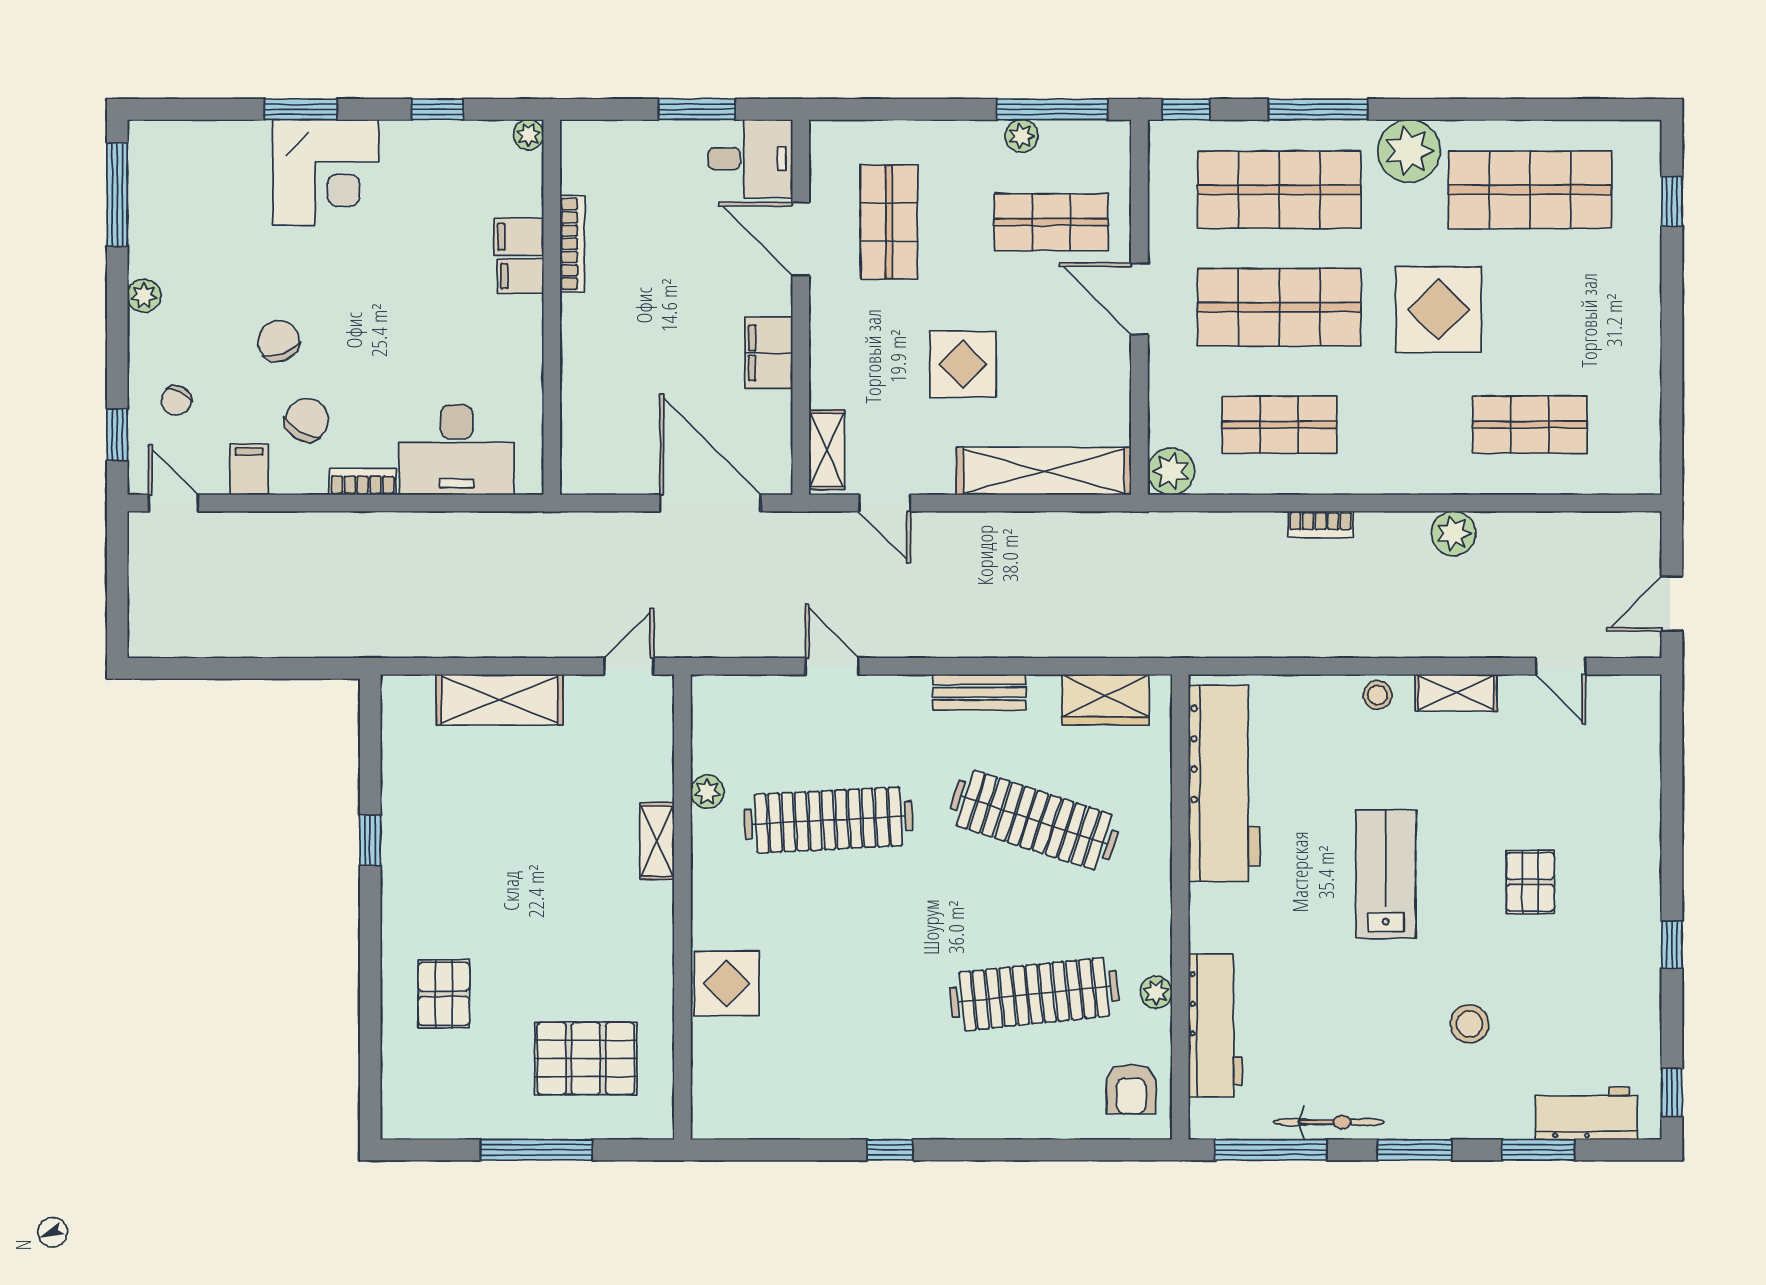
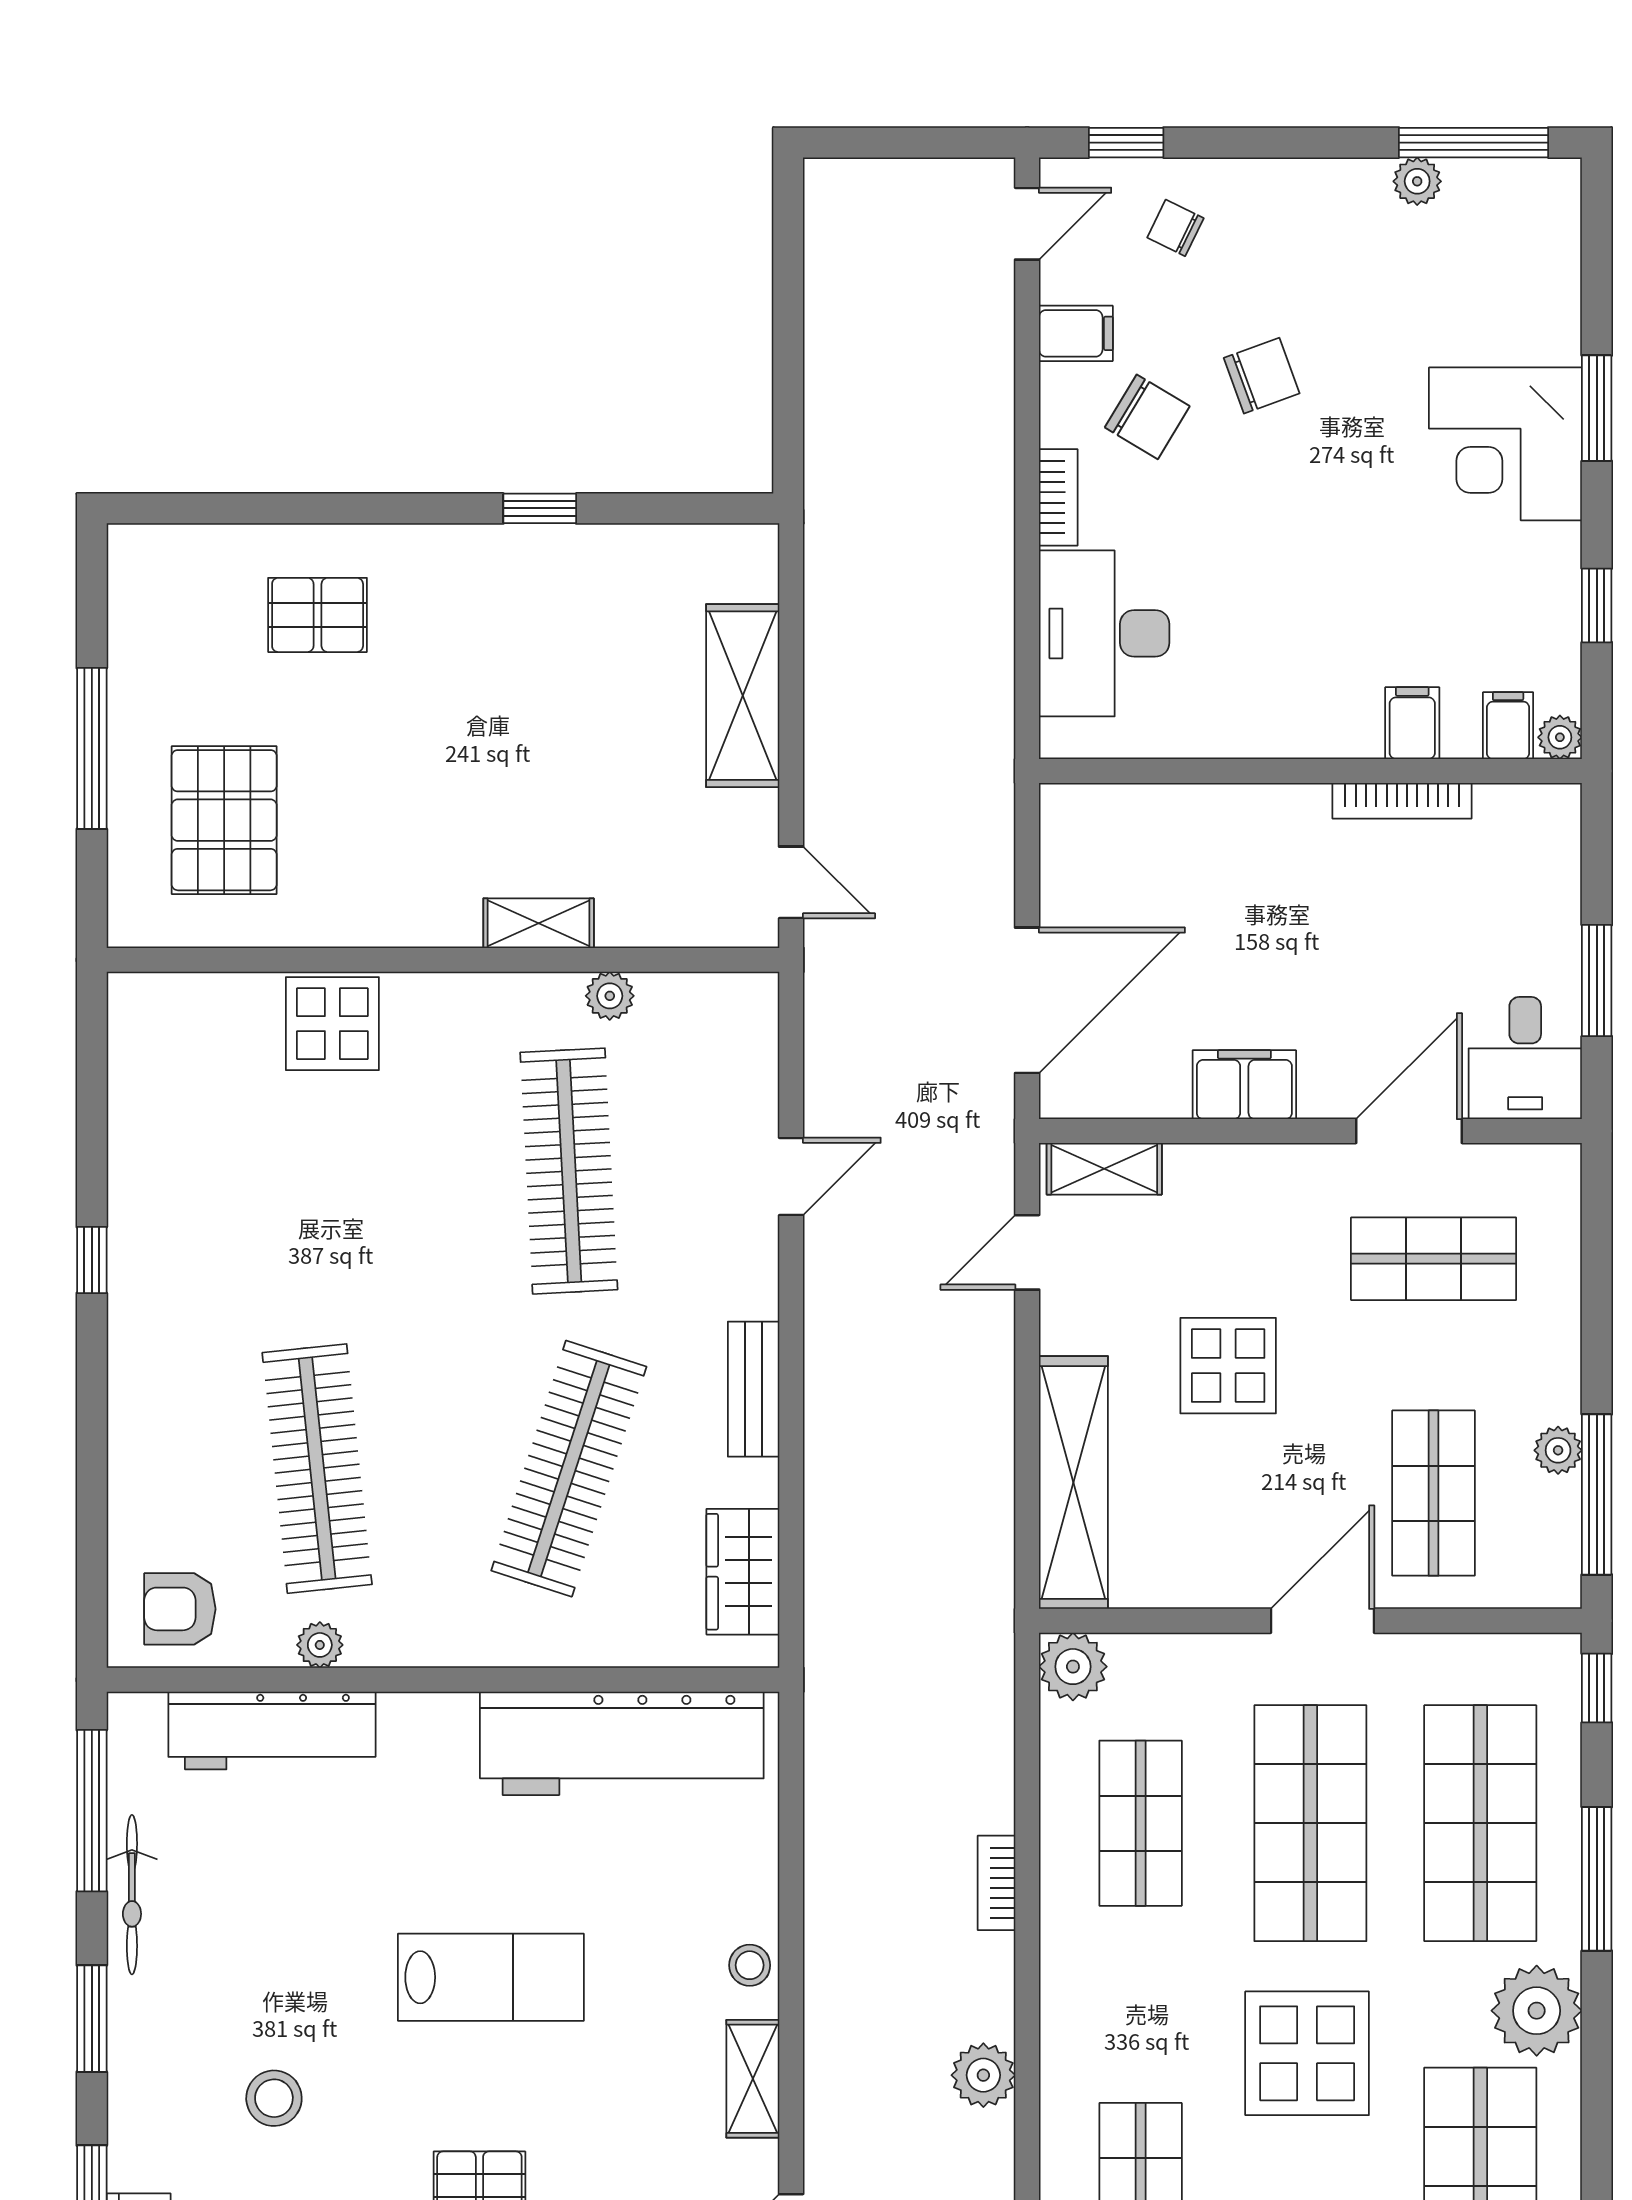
filing cabinet: (520, 276) -> (1508, 726), moved
plant: (144, 296) -> (1417, 181), moved

